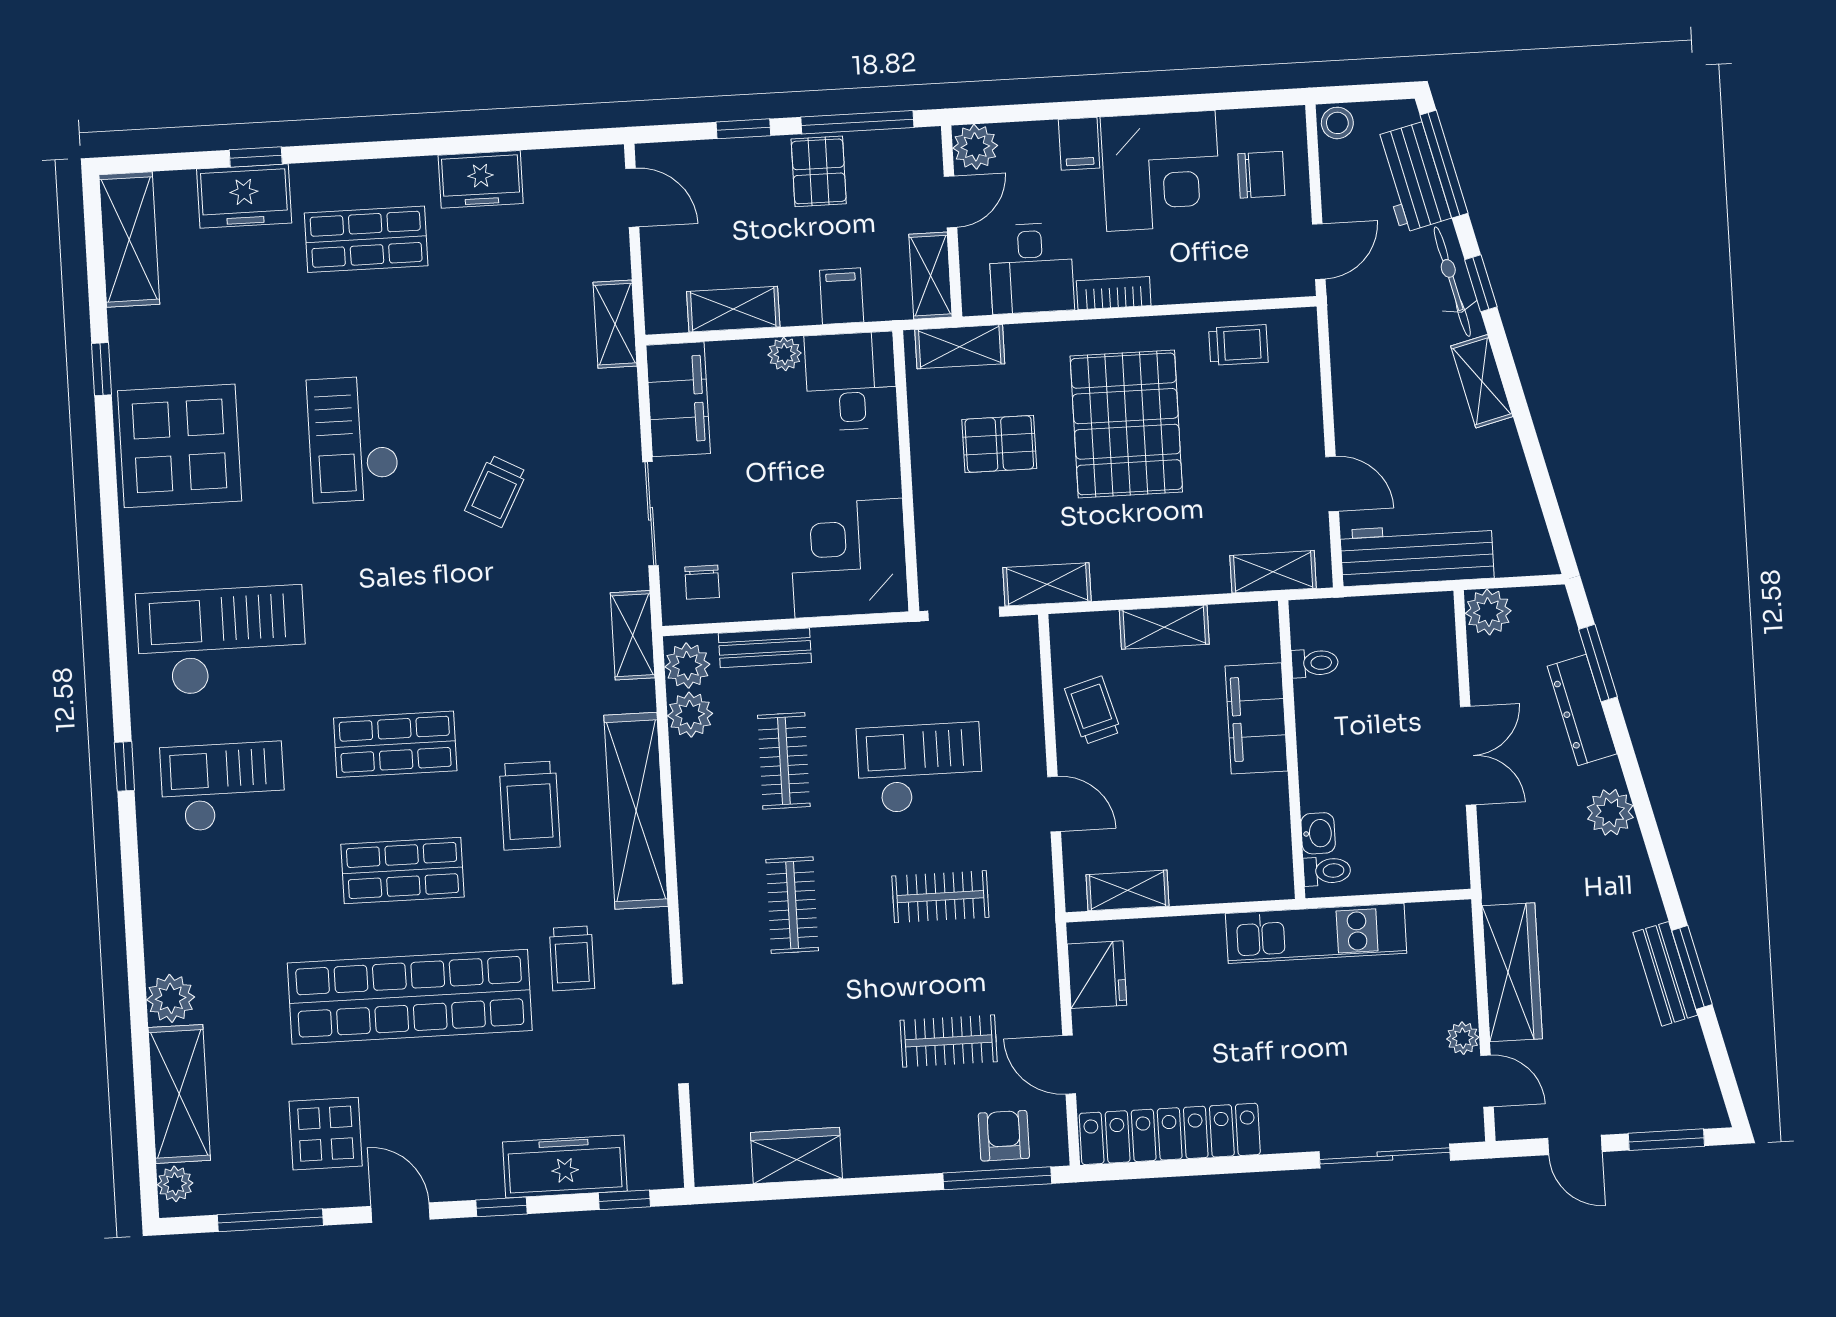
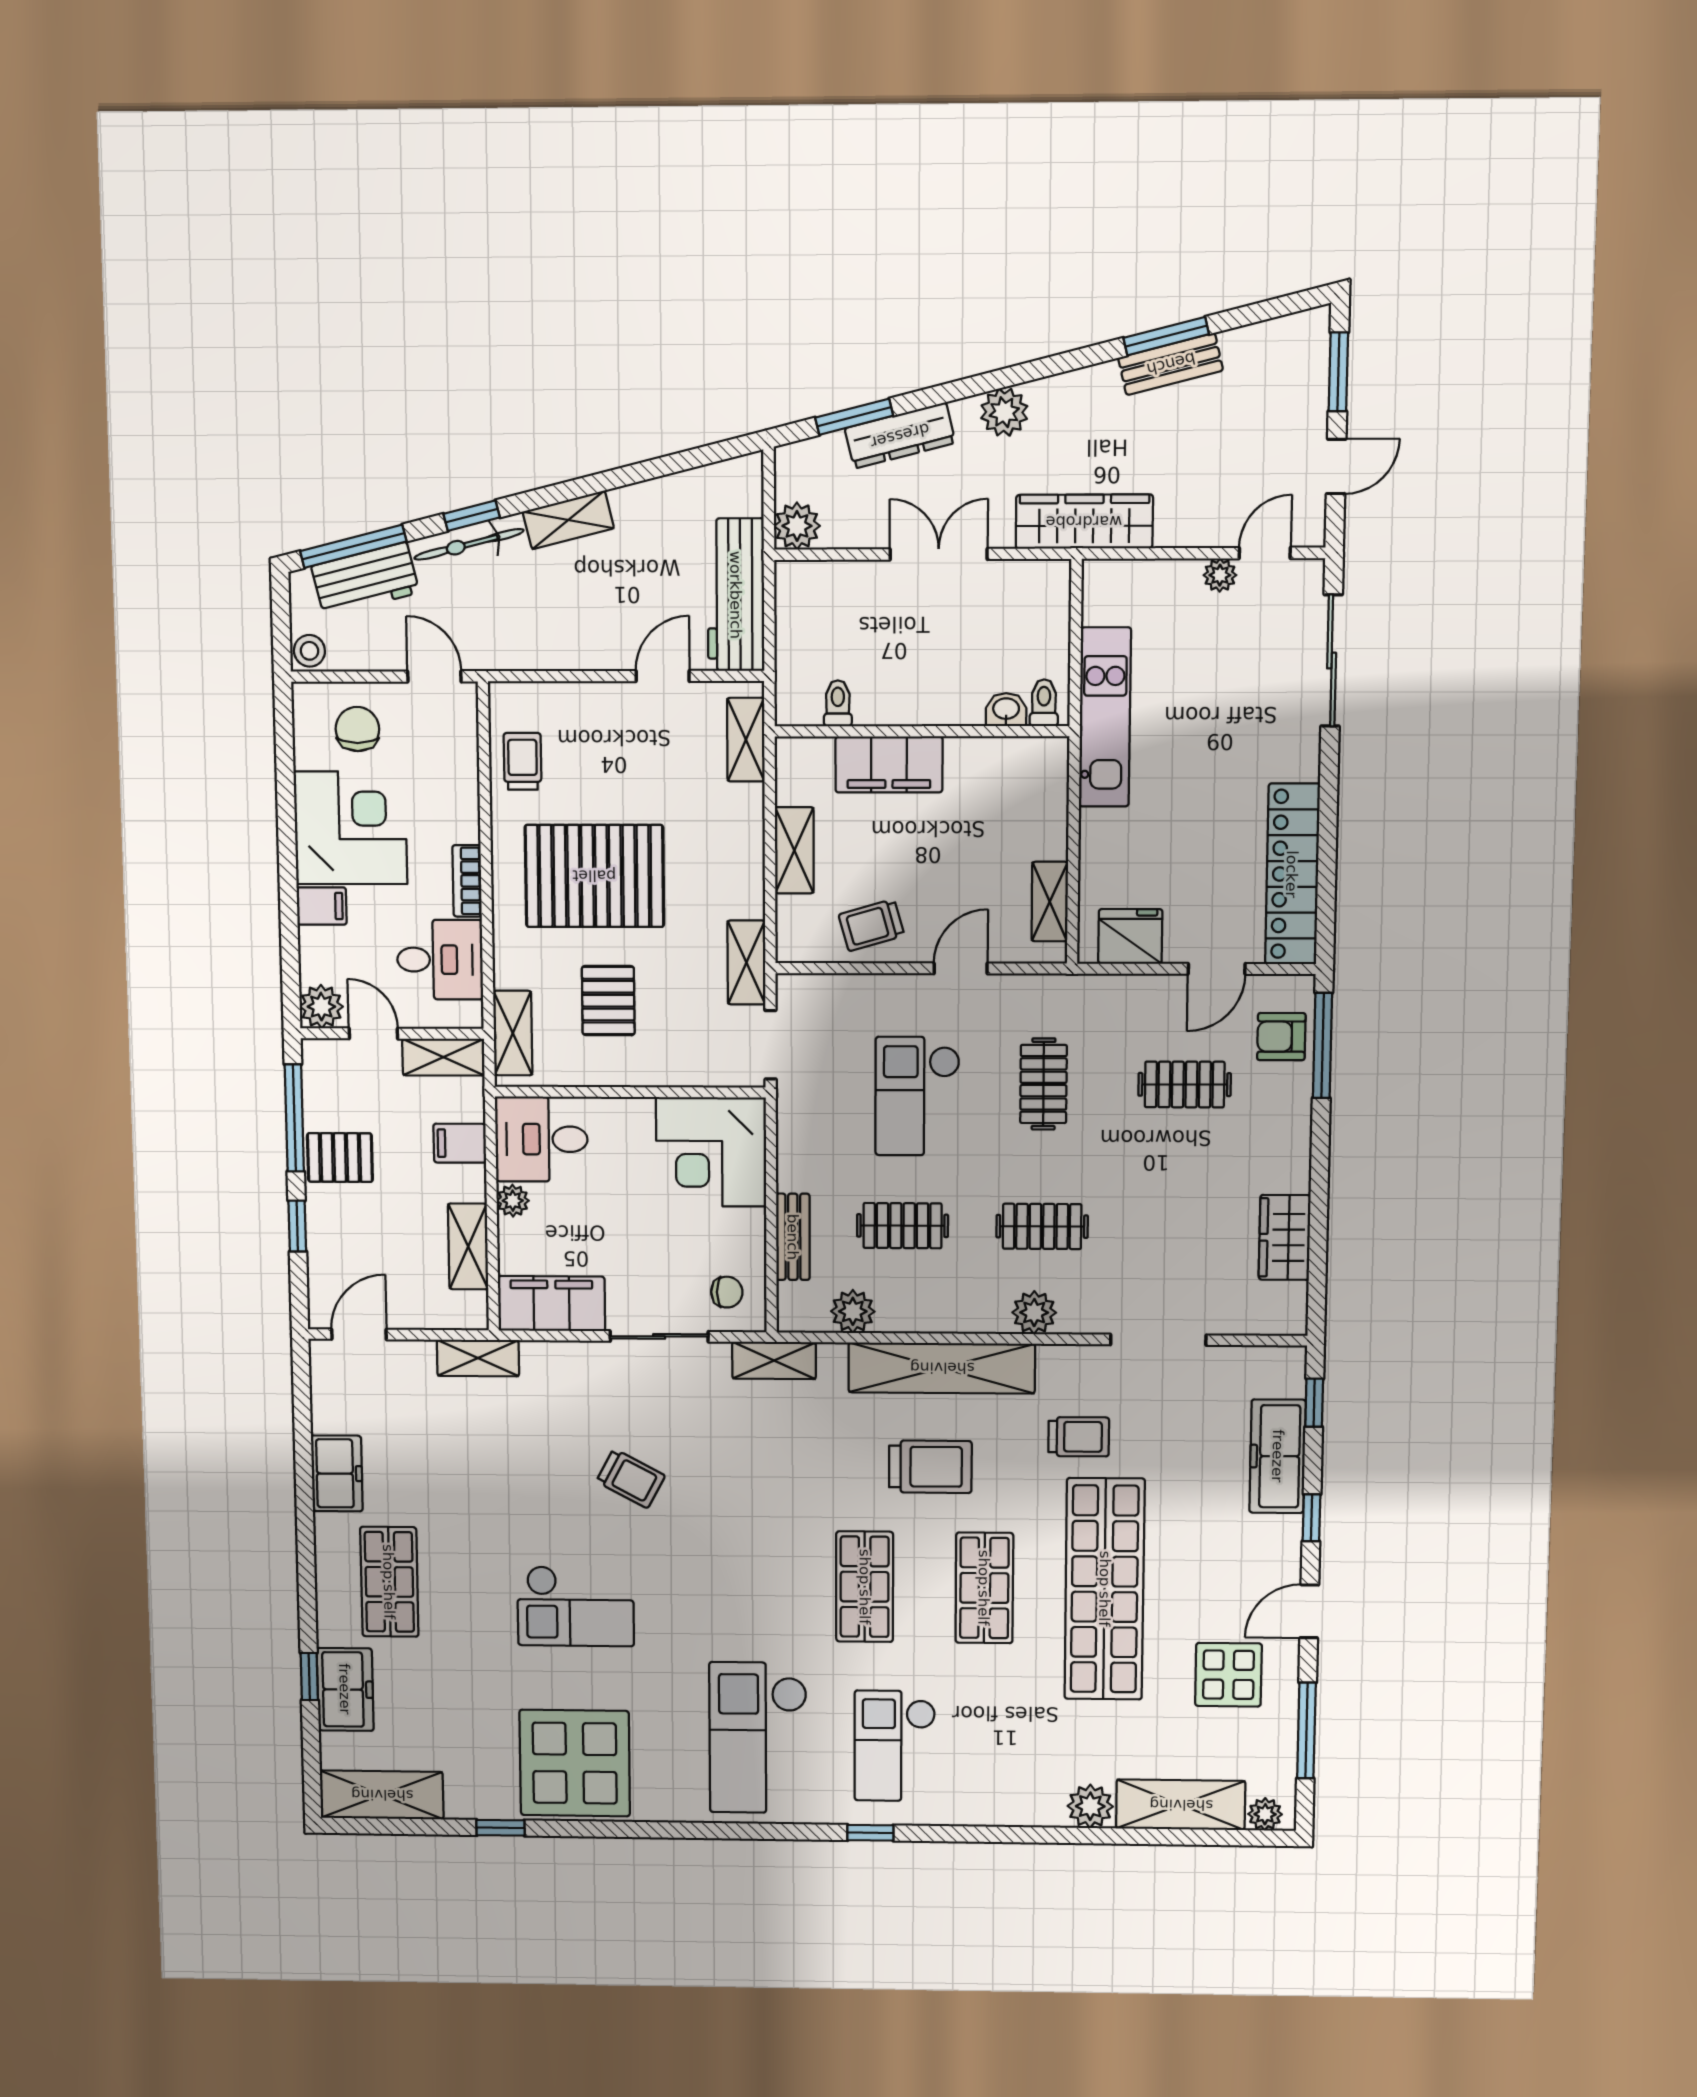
plant: (687, 666) -> (1034, 1313), moved
wardrobe: (1512, 972) -> (1084, 522), moved
clothes rail: (949, 1041) -> (1185, 1084), turned 90

